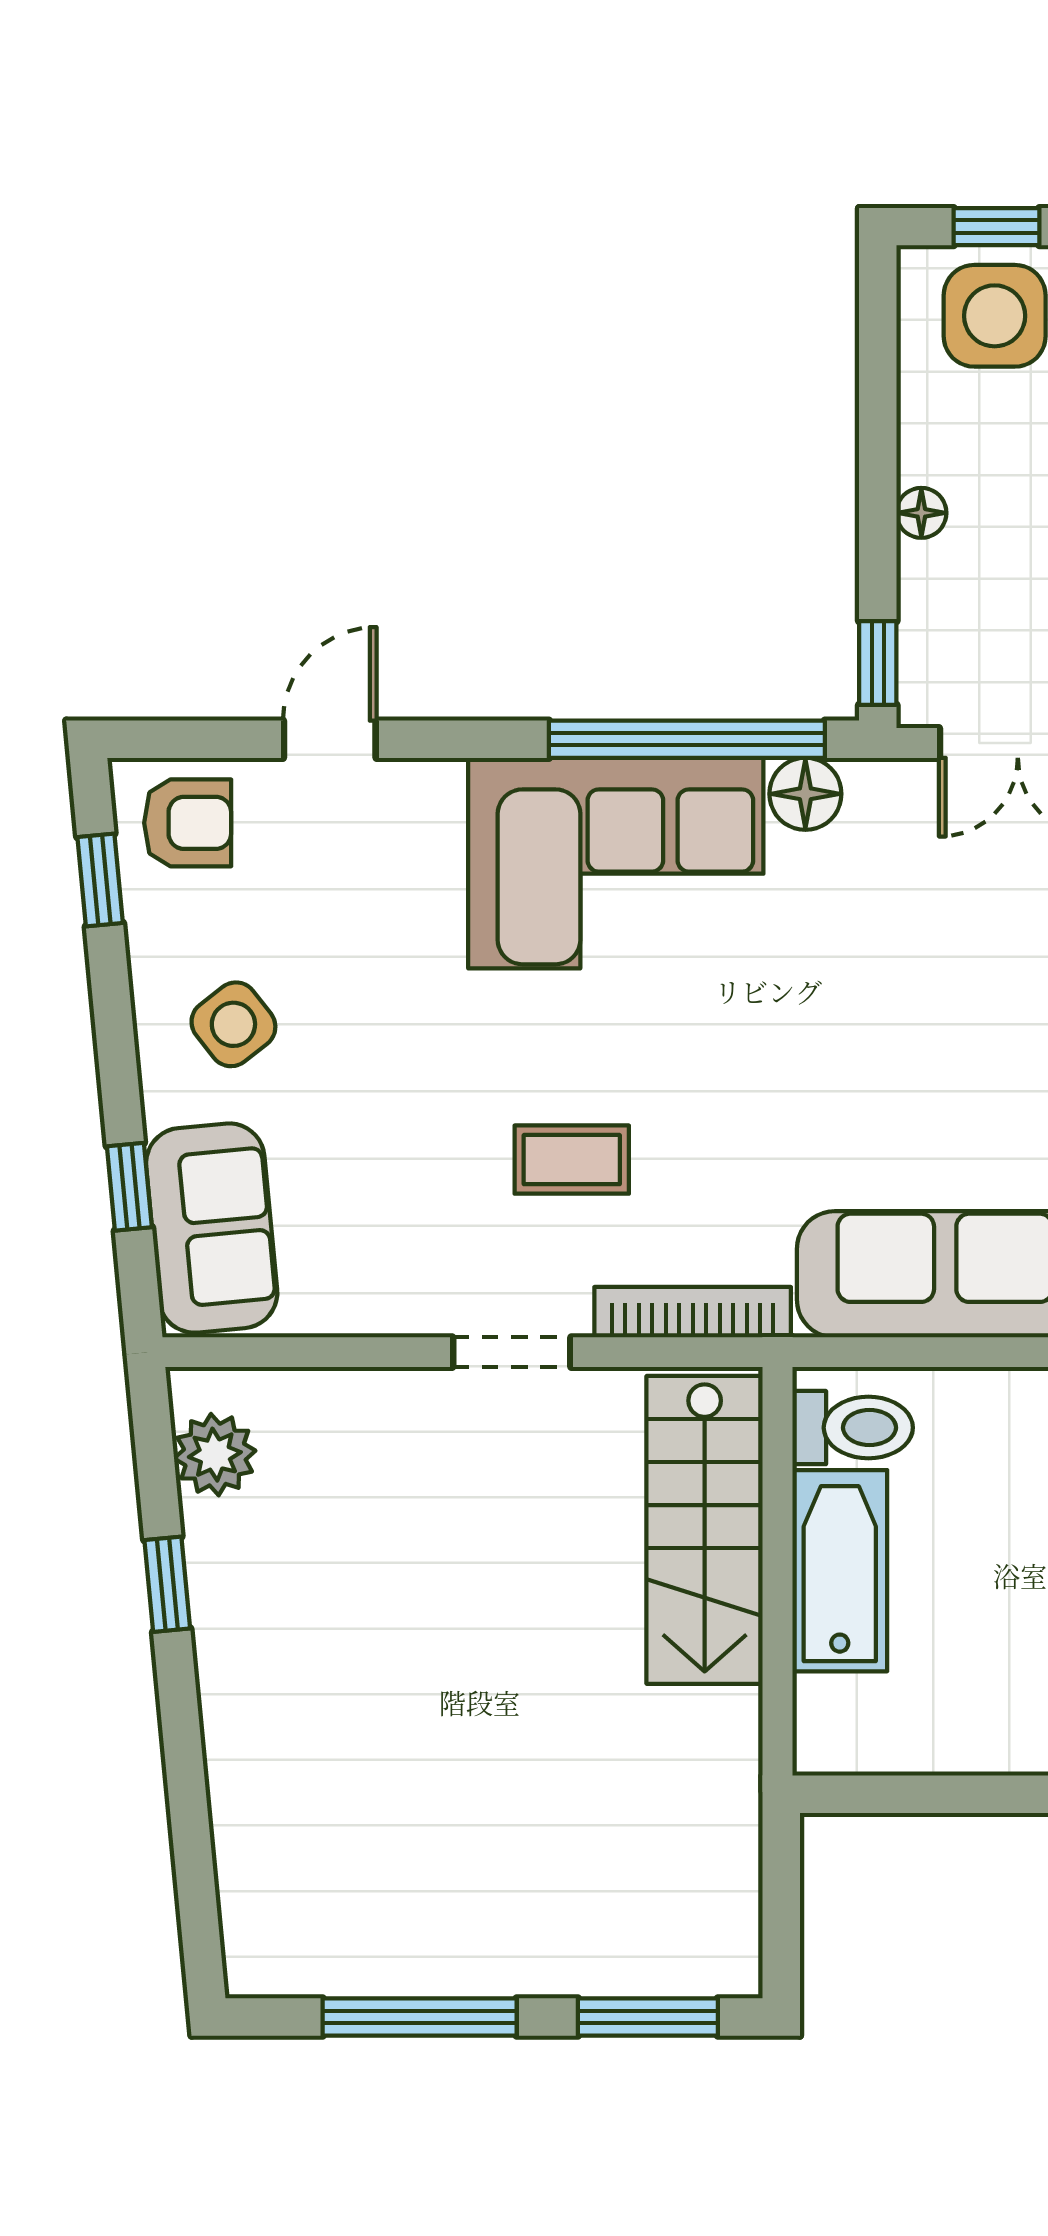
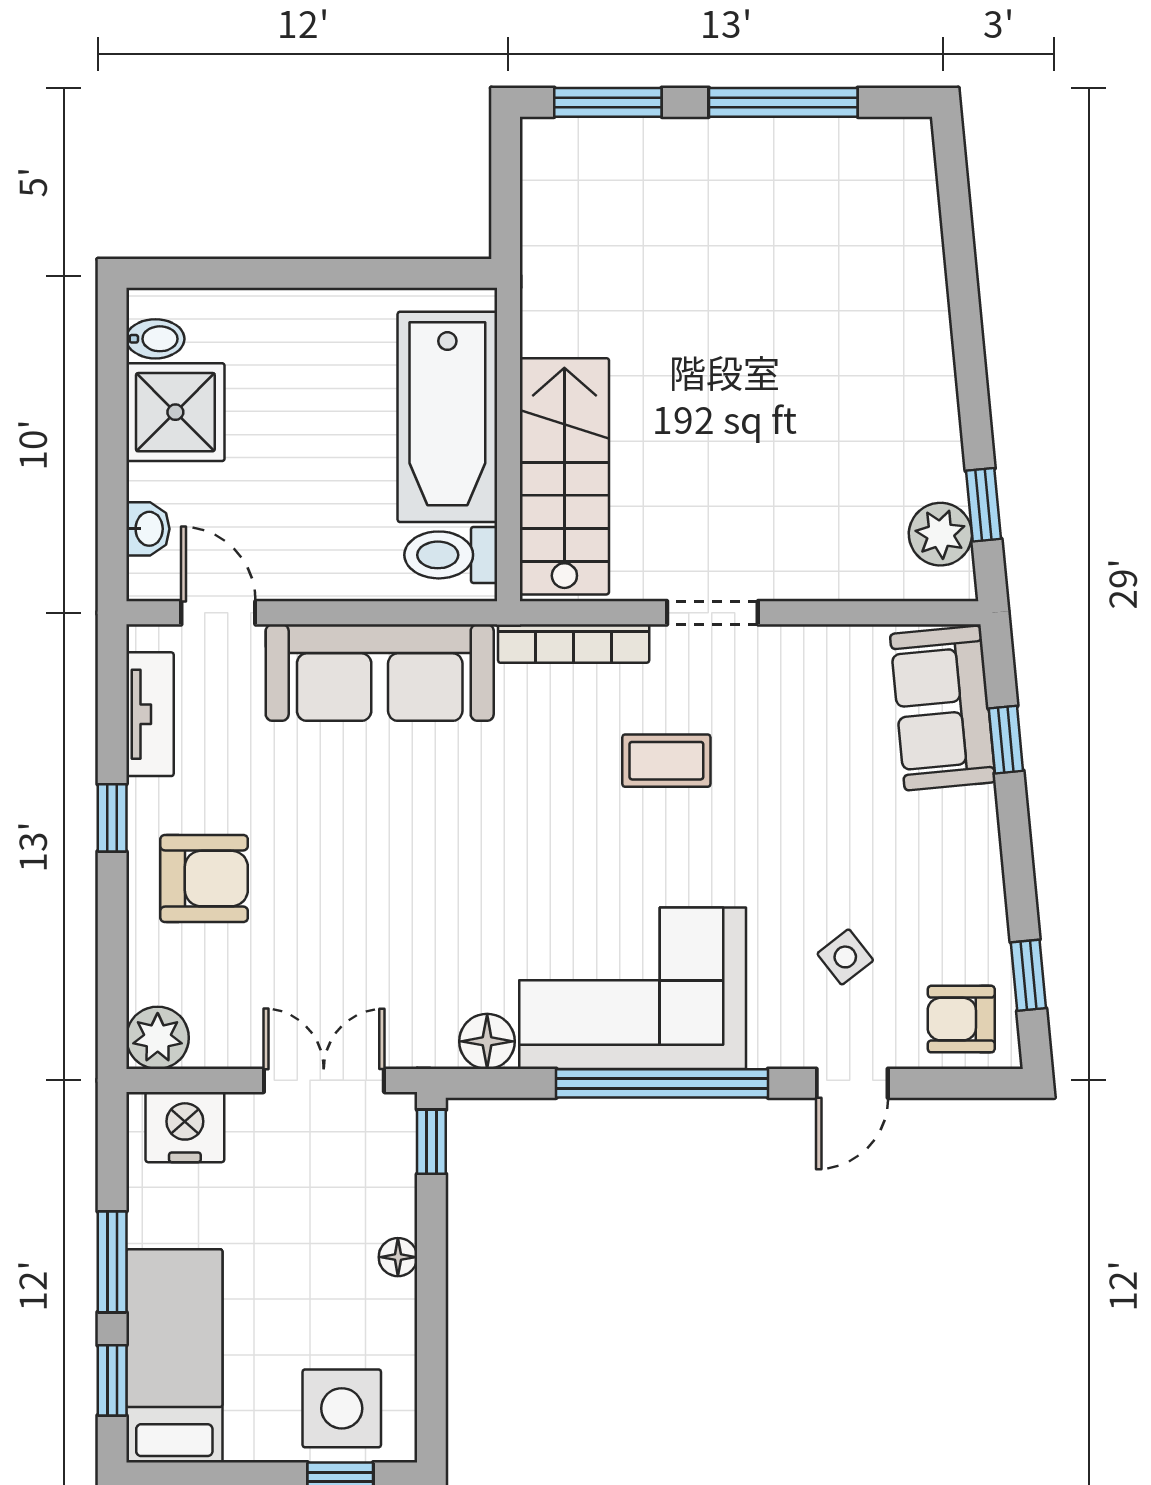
window: (687, 739) -> (662, 1083), moved
side table: (233, 1024) -> (845, 957), moved, width x0.73, depth x0.73
bathtub: (840, 1571) -> (447, 417), width x1.36, depth x1.36
window: (167, 1584) -> (984, 505), moved

